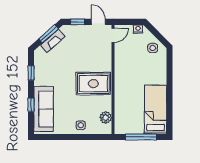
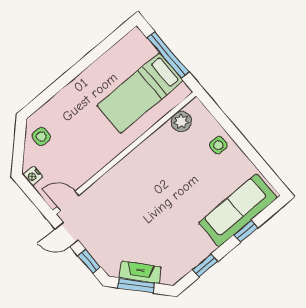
door: (98, 22) -> (67, 235), hinge flipped
rug: (93, 84) -> (151, 174), removed
bed: (156, 110) -> (140, 93), moved

